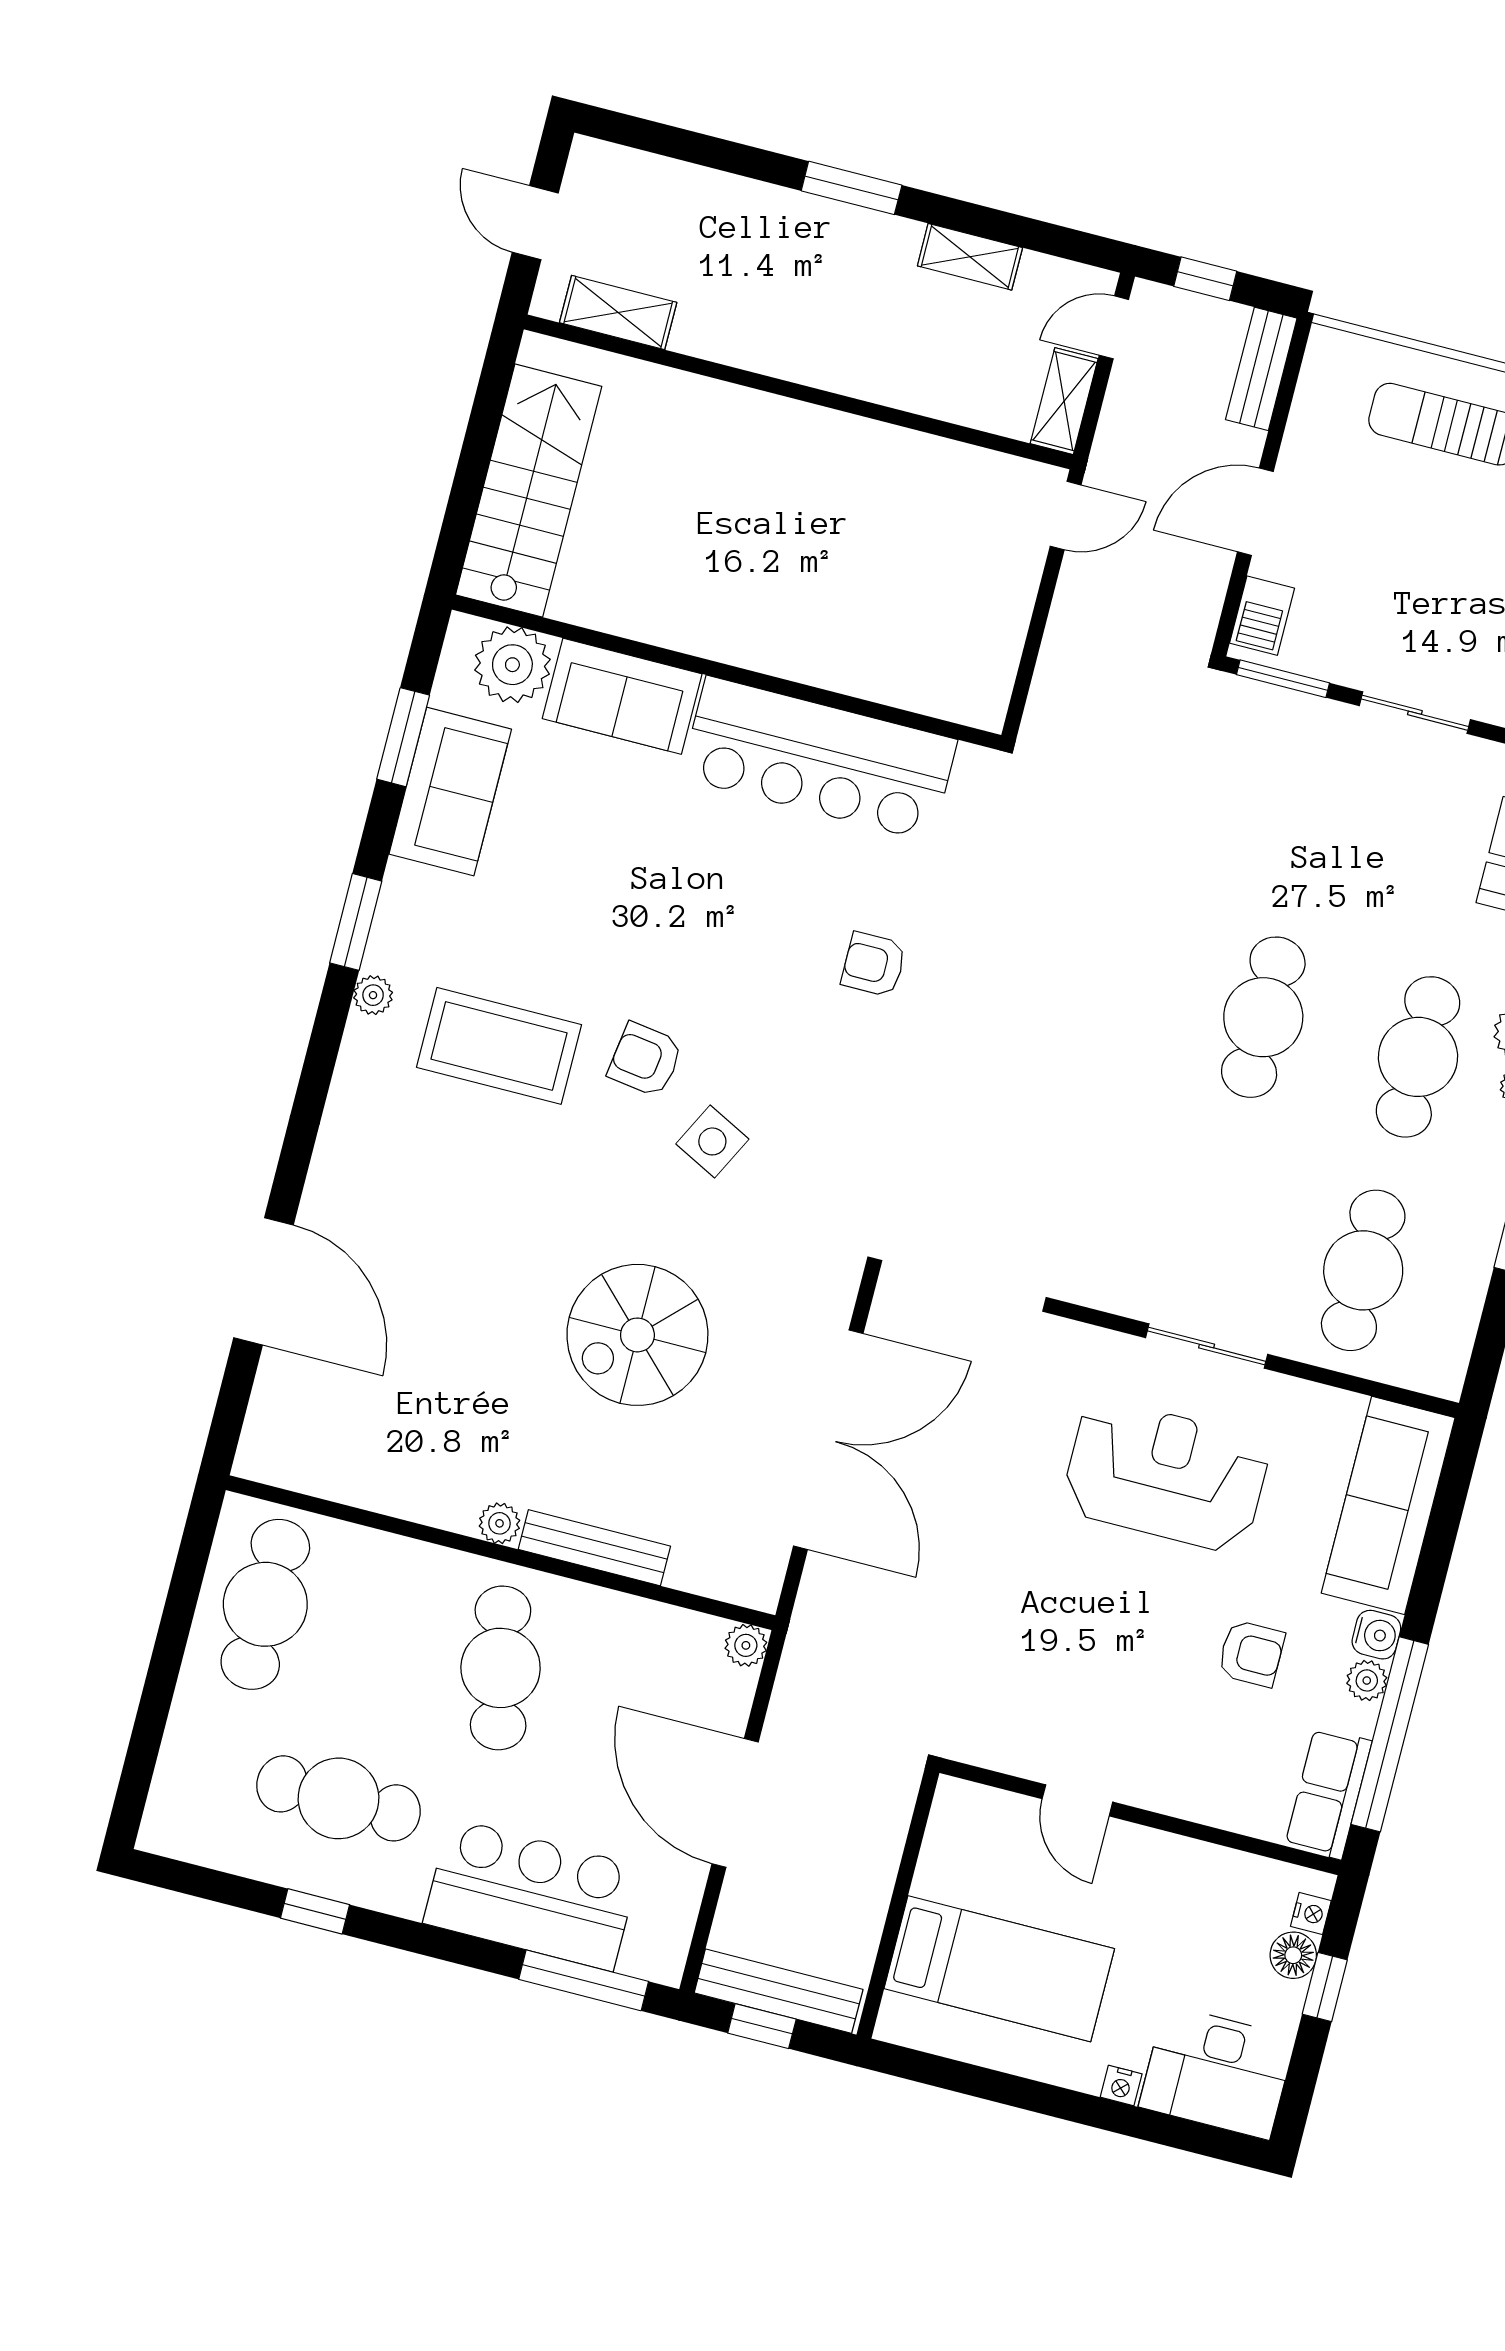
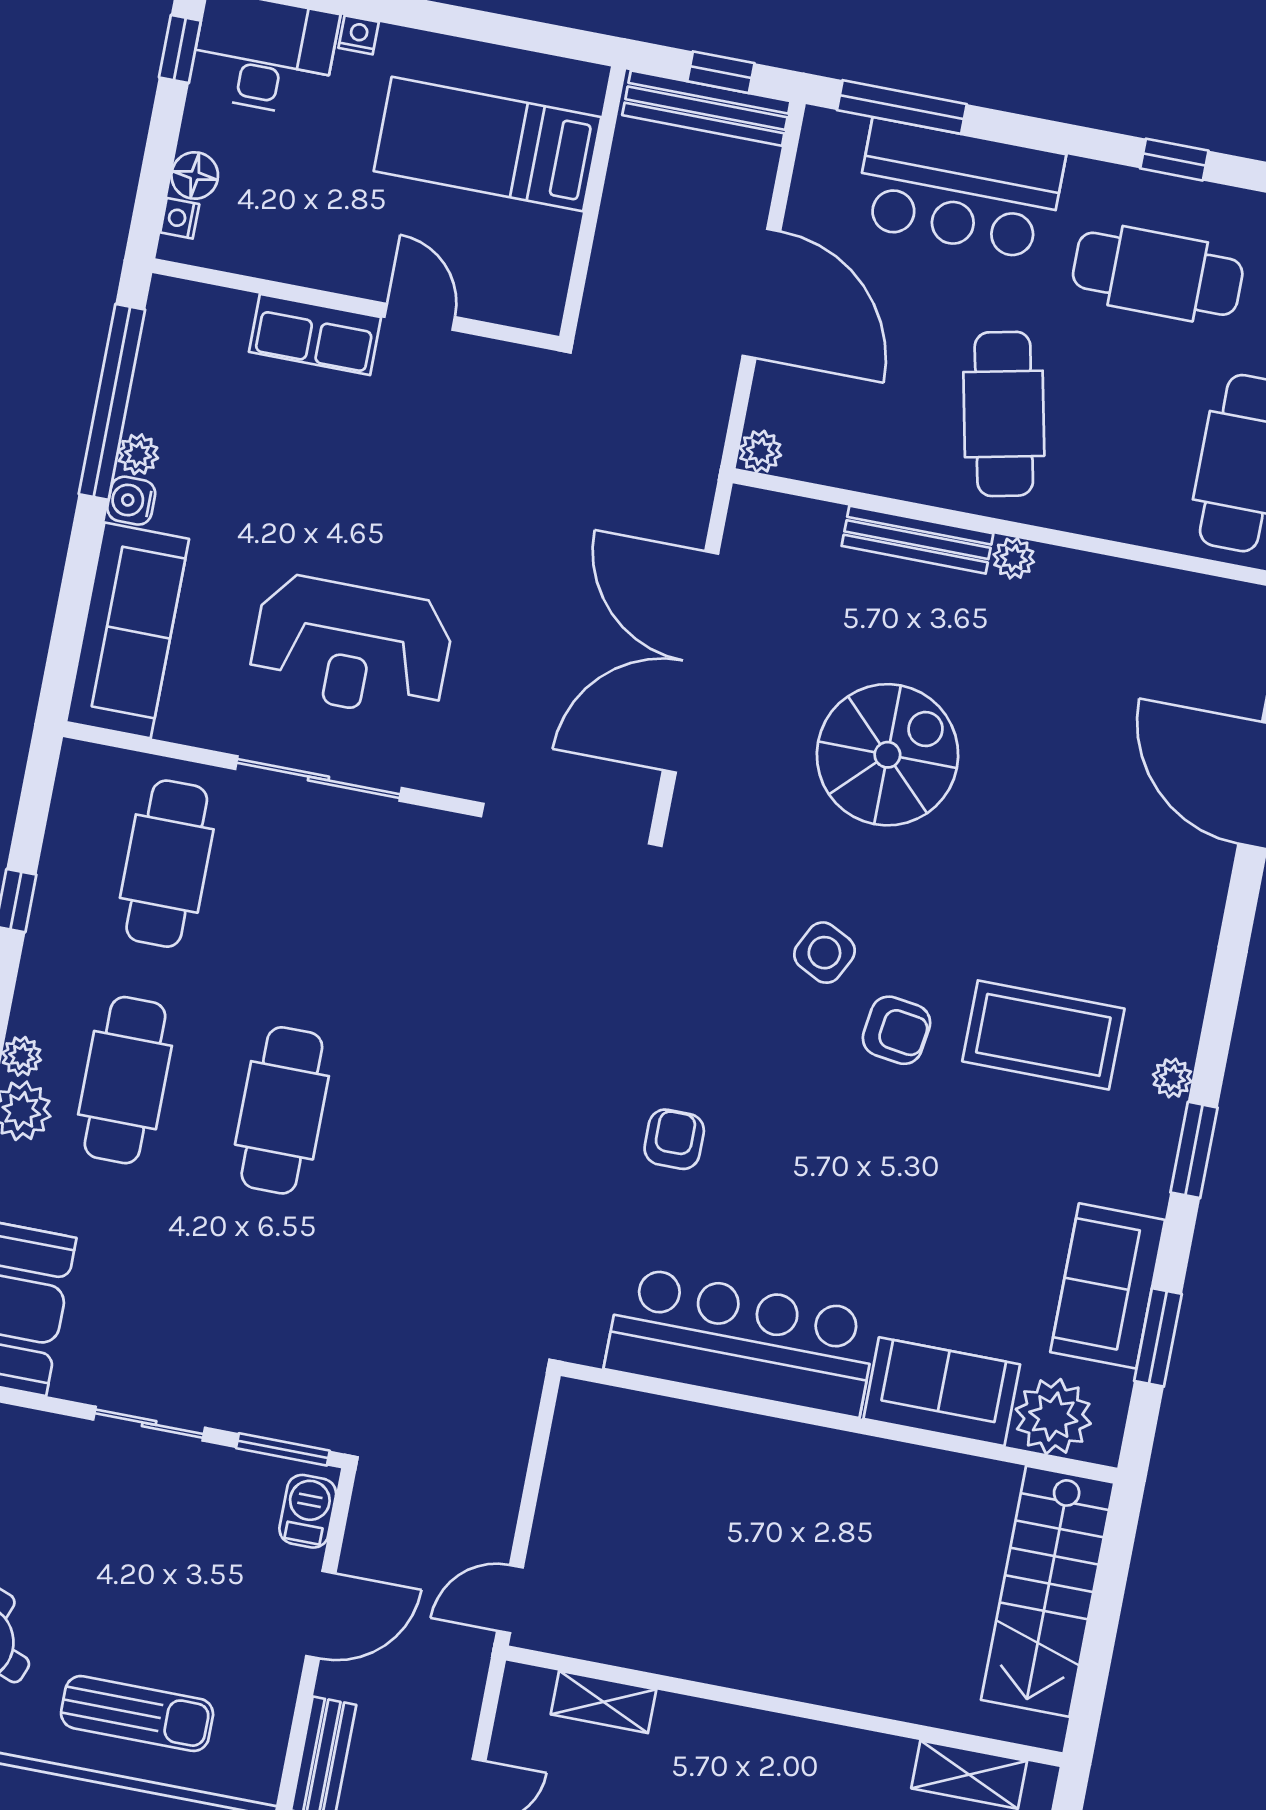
shelving: (1064, 401) -> (604, 1702), moved, turned 90
armchair: (874, 964) -> (674, 1139), turned -90
sliding door: (1207, 1346) -> (318, 778), width x1.37
armchair: (1251, 1654) -> (255, 474), removed
row of seats: (1328, 1793) -> (315, 335), moved, turned 90
window: (1325, 1987) -> (180, 49), moved

